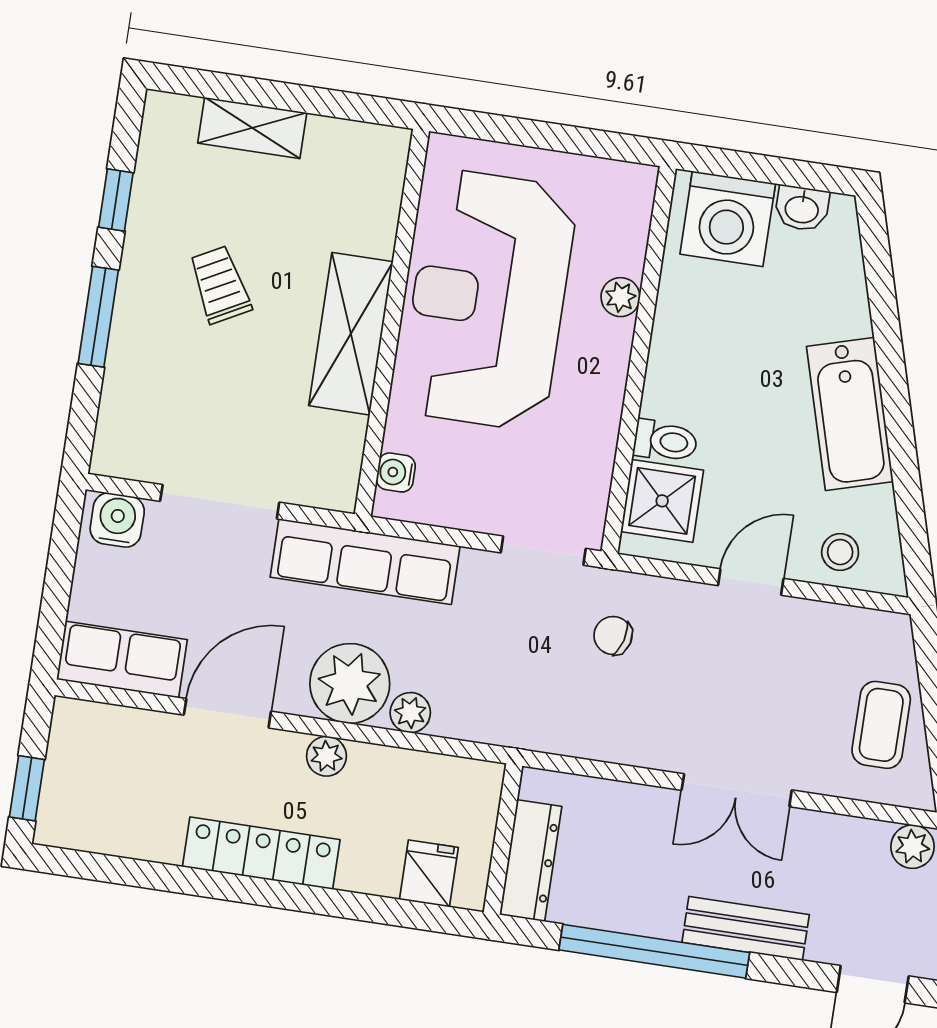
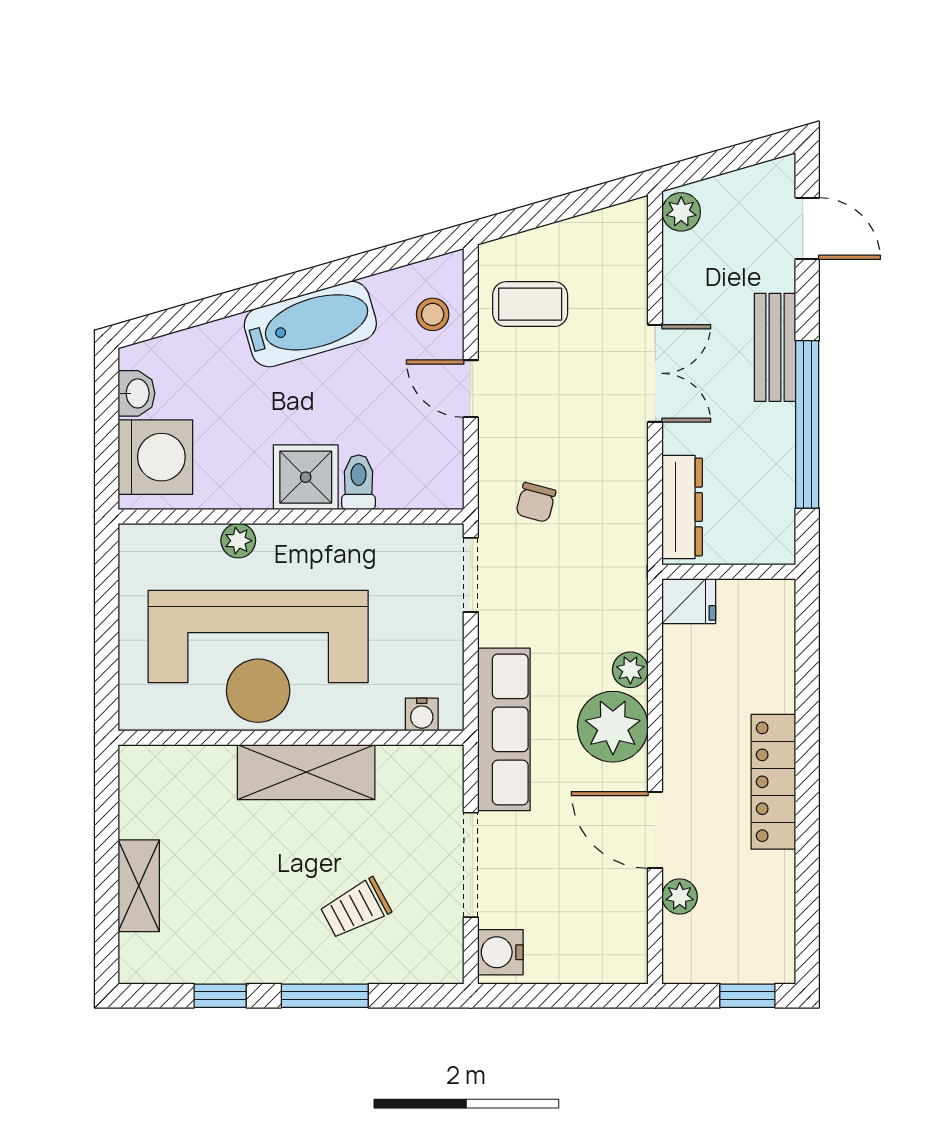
trolley: (220, 285) -> (355, 908), moved
shower: (662, 501) -> (306, 477), moved
row of seats: (122, 660) -> (622, 930), removed
coffee table: (881, 725) -> (530, 304), moved
plant: (326, 756) -> (680, 897), moved
dresser: (531, 861) -> (682, 507), moved, turned 90
fridge: (429, 873) -> (689, 601), moved, turned 180

